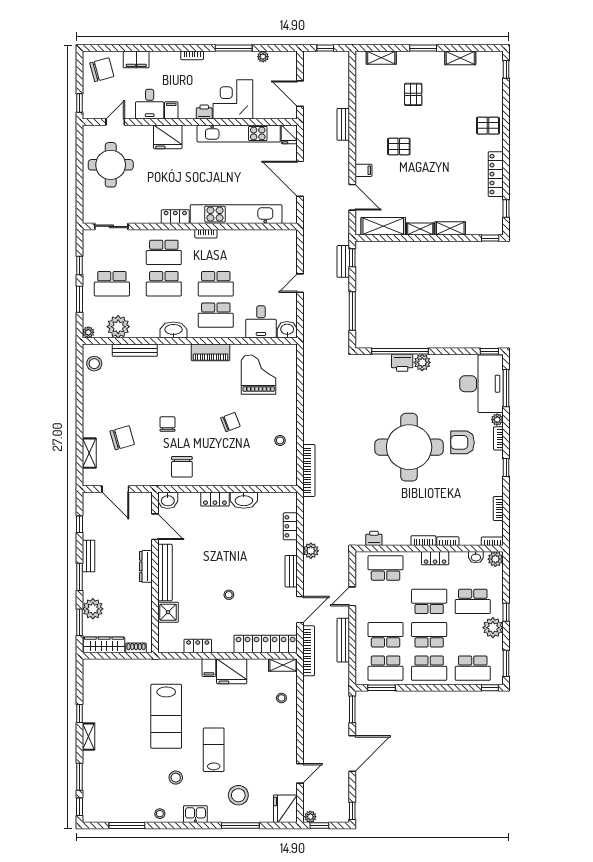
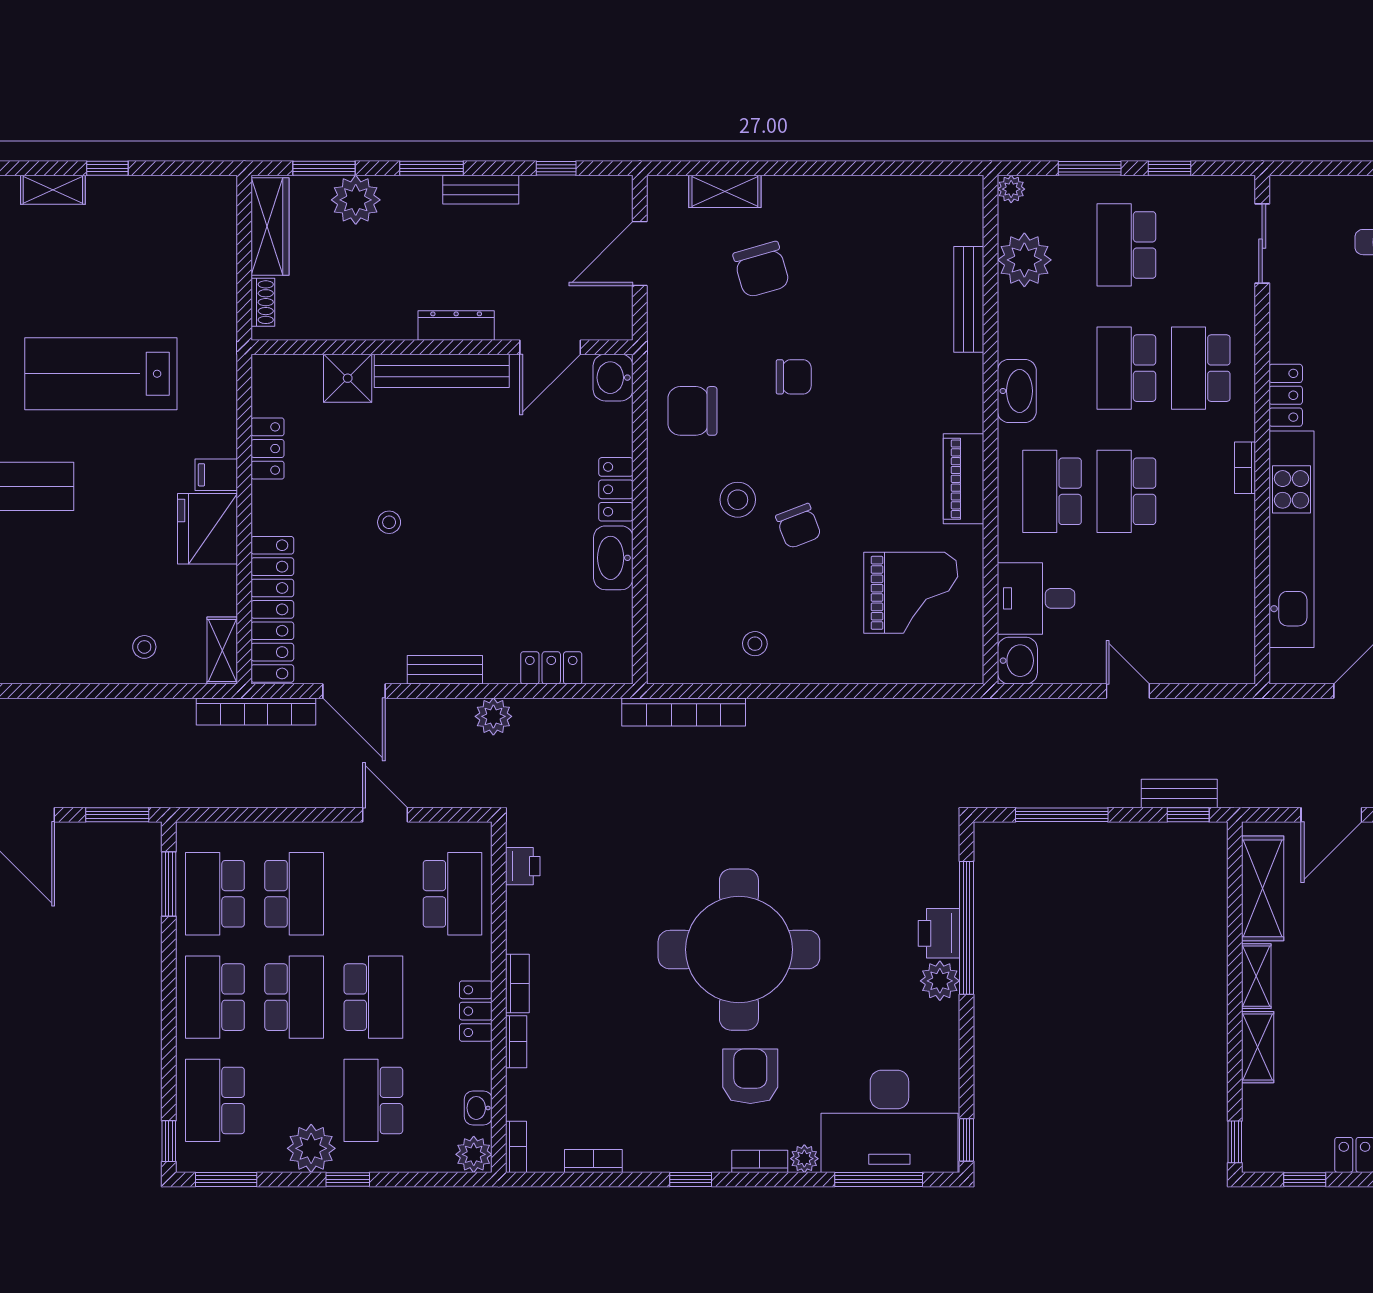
stool: (94, 364) -> (738, 500), moved
bench: (343, 640) -> (281, 793), removed

